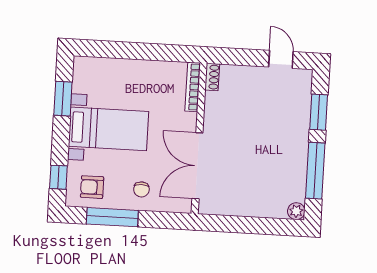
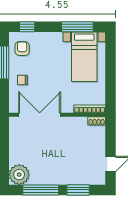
window: (63, 99) -> (77, 27), width x1.44
bed with nightstands: (108, 129) -> (84, 57), moved
plant: (296, 211) -> (19, 175), width x1.88, depth x1.88

